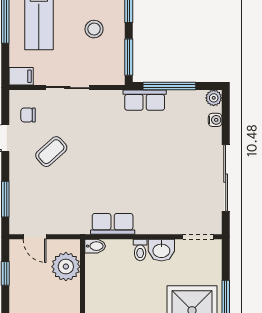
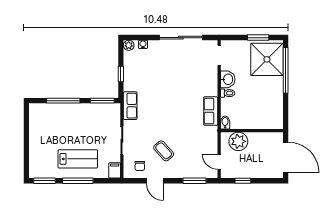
stool: (94, 29) -> (84, 123), removed
window: (169, 86) -> (121, 74), width x0.46
row of seats: (145, 100) -> (130, 106), moved
door: (35, 237) -> (219, 162), swing flipped

